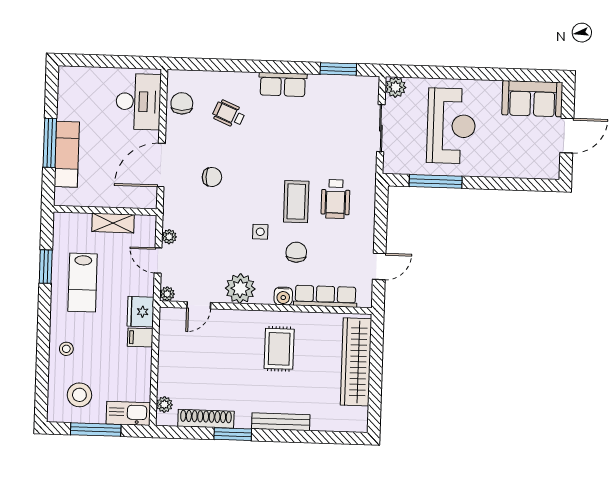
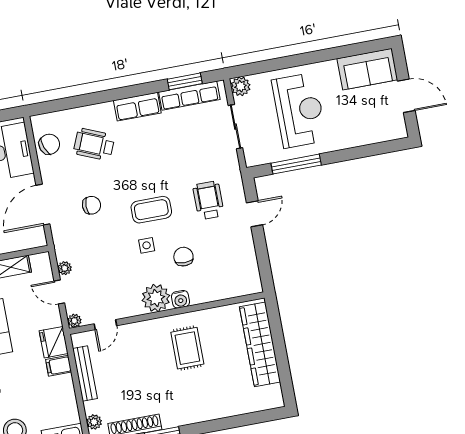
chair: (182, 103) -> (49, 144), turned 69
wheelchair: (229, 114) -> (94, 144), width x1.36, depth x1.37
door: (567, 136) -> (406, 96), hinge flipped
wheelchair: (335, 199) -> (208, 200), turned 180
coffee table: (296, 202) -> (151, 210), moved, turned 90
door: (379, 266) -> (255, 214), moved
plant: (240, 289) -> (156, 298), moved
row of seats: (325, 296) -> (189, 96), moved, turned 180
bench: (281, 422) -> (85, 373), moved, turned 90

